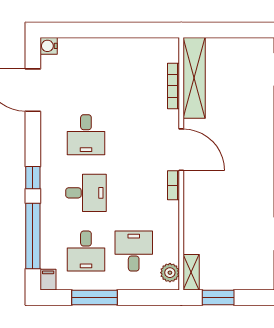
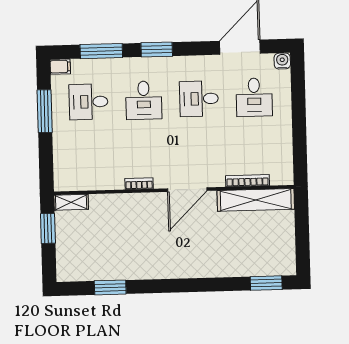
window: (33, 178) -> (157, 50), width x1.50
bookcase: (174, 185) -> (139, 184), moved
window: (33, 236) -> (101, 51), width x0.68
desk: (134, 251) -> (254, 97), moved, turned 90
plant: (170, 273) -> (70, 182), removed

